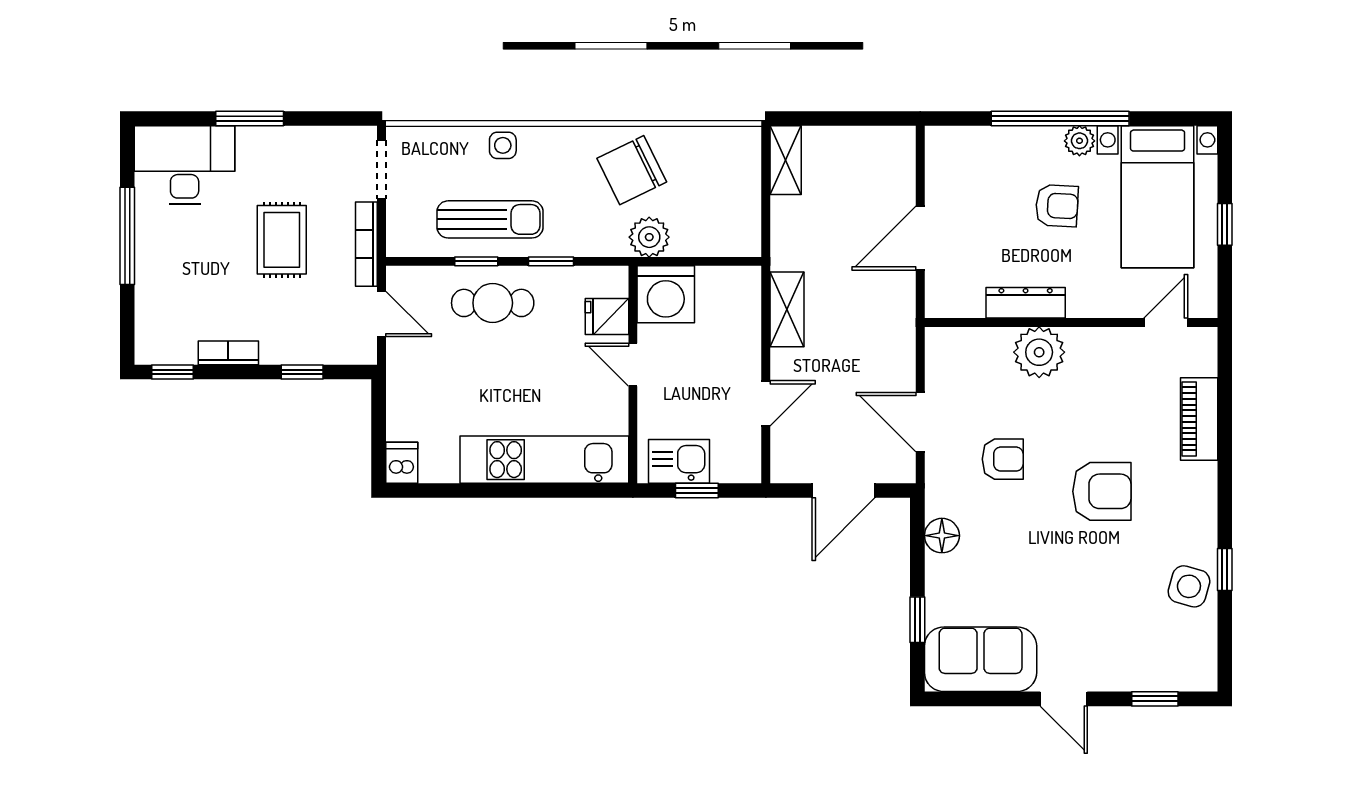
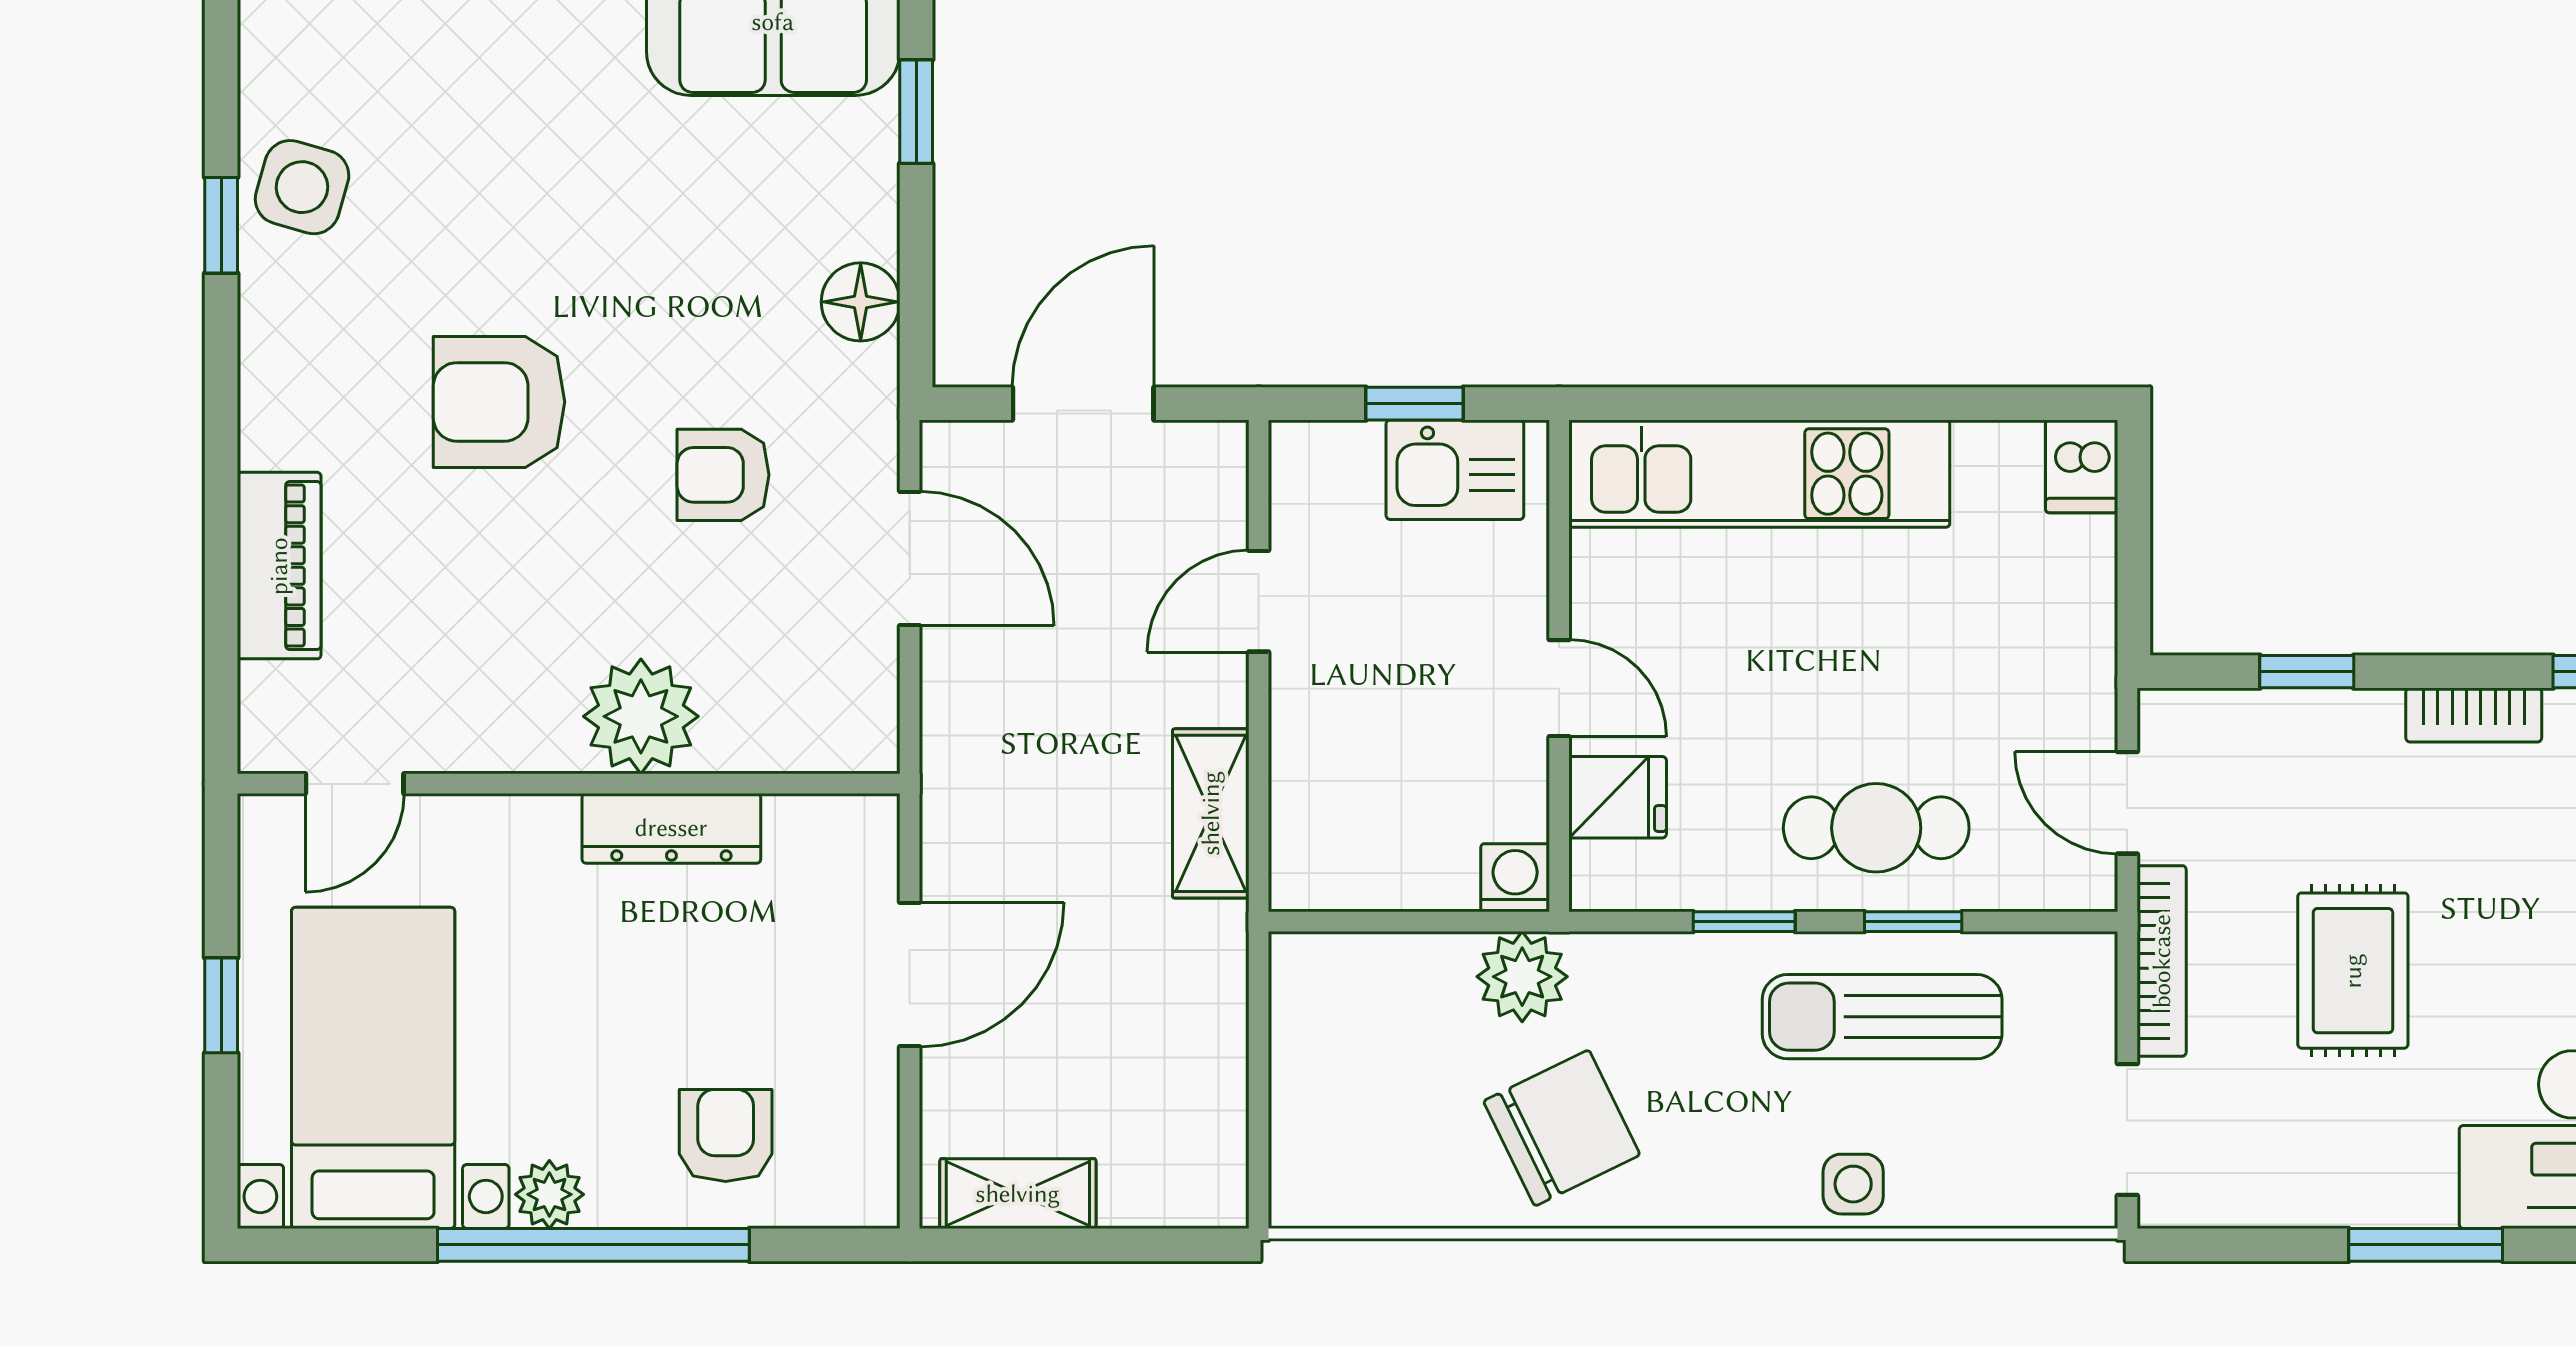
shelving: (786, 160) -> (1018, 1194), moved, turned 90
armchair: (1057, 206) -> (726, 1135), moved, turned 87
washing machine: (666, 294) -> (1515, 878), width x0.53, depth x0.53

